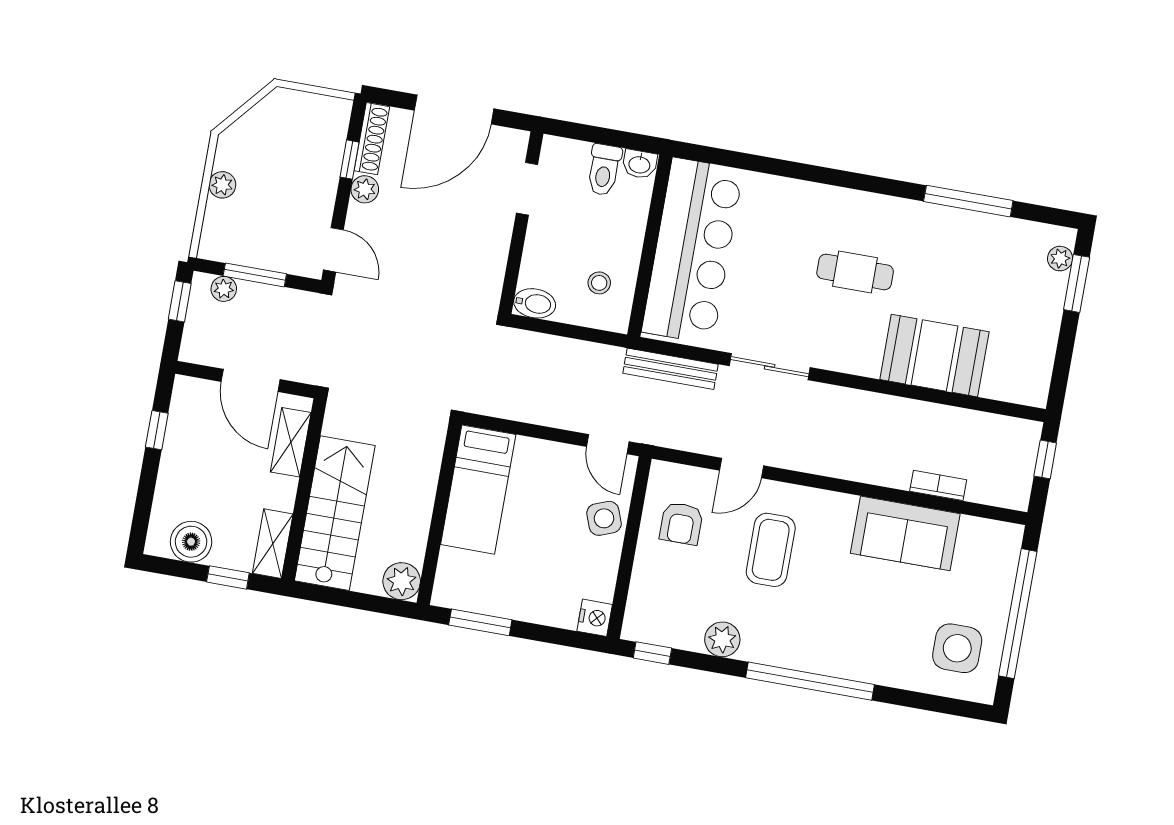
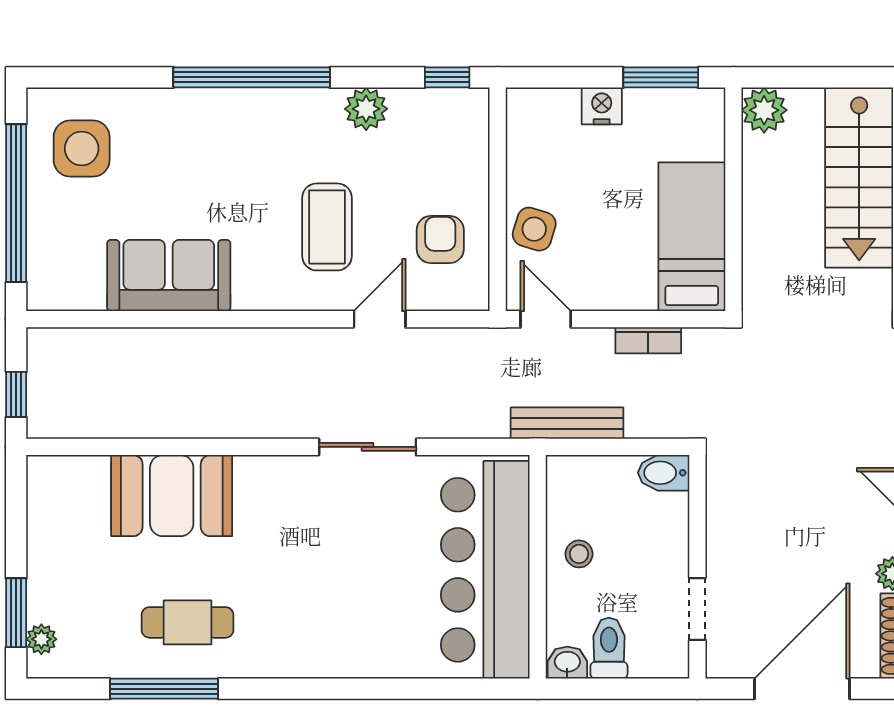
cafe table: (855, 272) -> (188, 622), moved
stool: (599, 283) -> (579, 554), moved
bench: (670, 369) -> (567, 423), moved
bookcase: (938, 485) -> (648, 340), moved
side table: (604, 518) -> (534, 229), turned 38
nightstand: (595, 618) -> (602, 106), moved, turned 90

